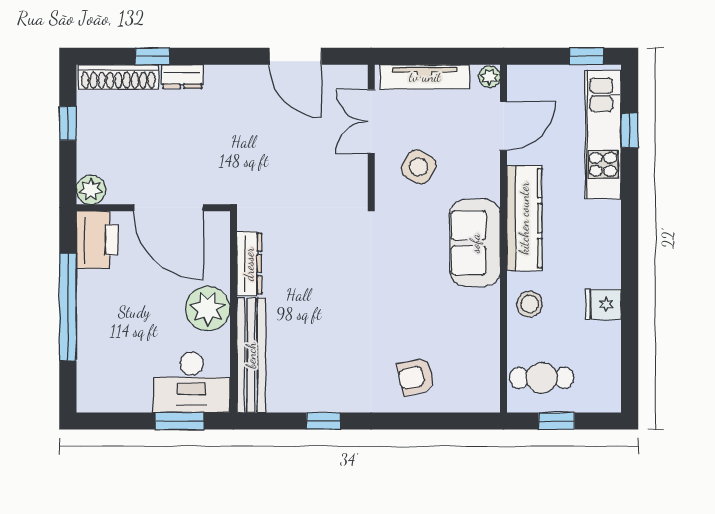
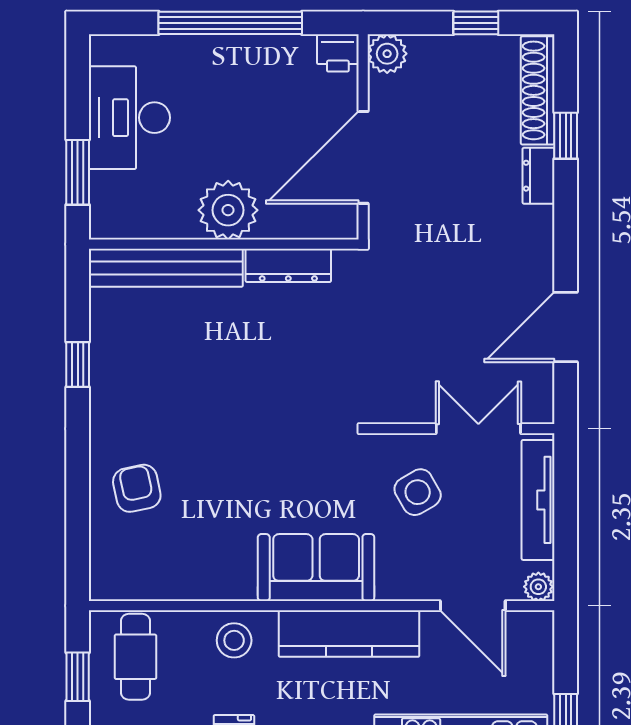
side table: (419, 167) -> (418, 492), turned 31
printer: (97, 240) -> (338, 53), width x0.53, depth x0.68
desk: (192, 382) -> (129, 118), moved

